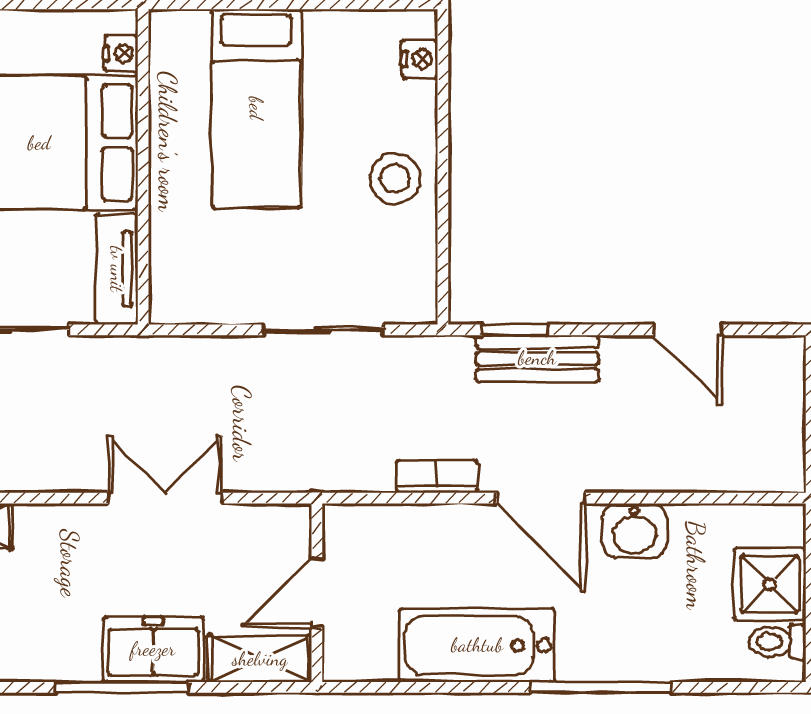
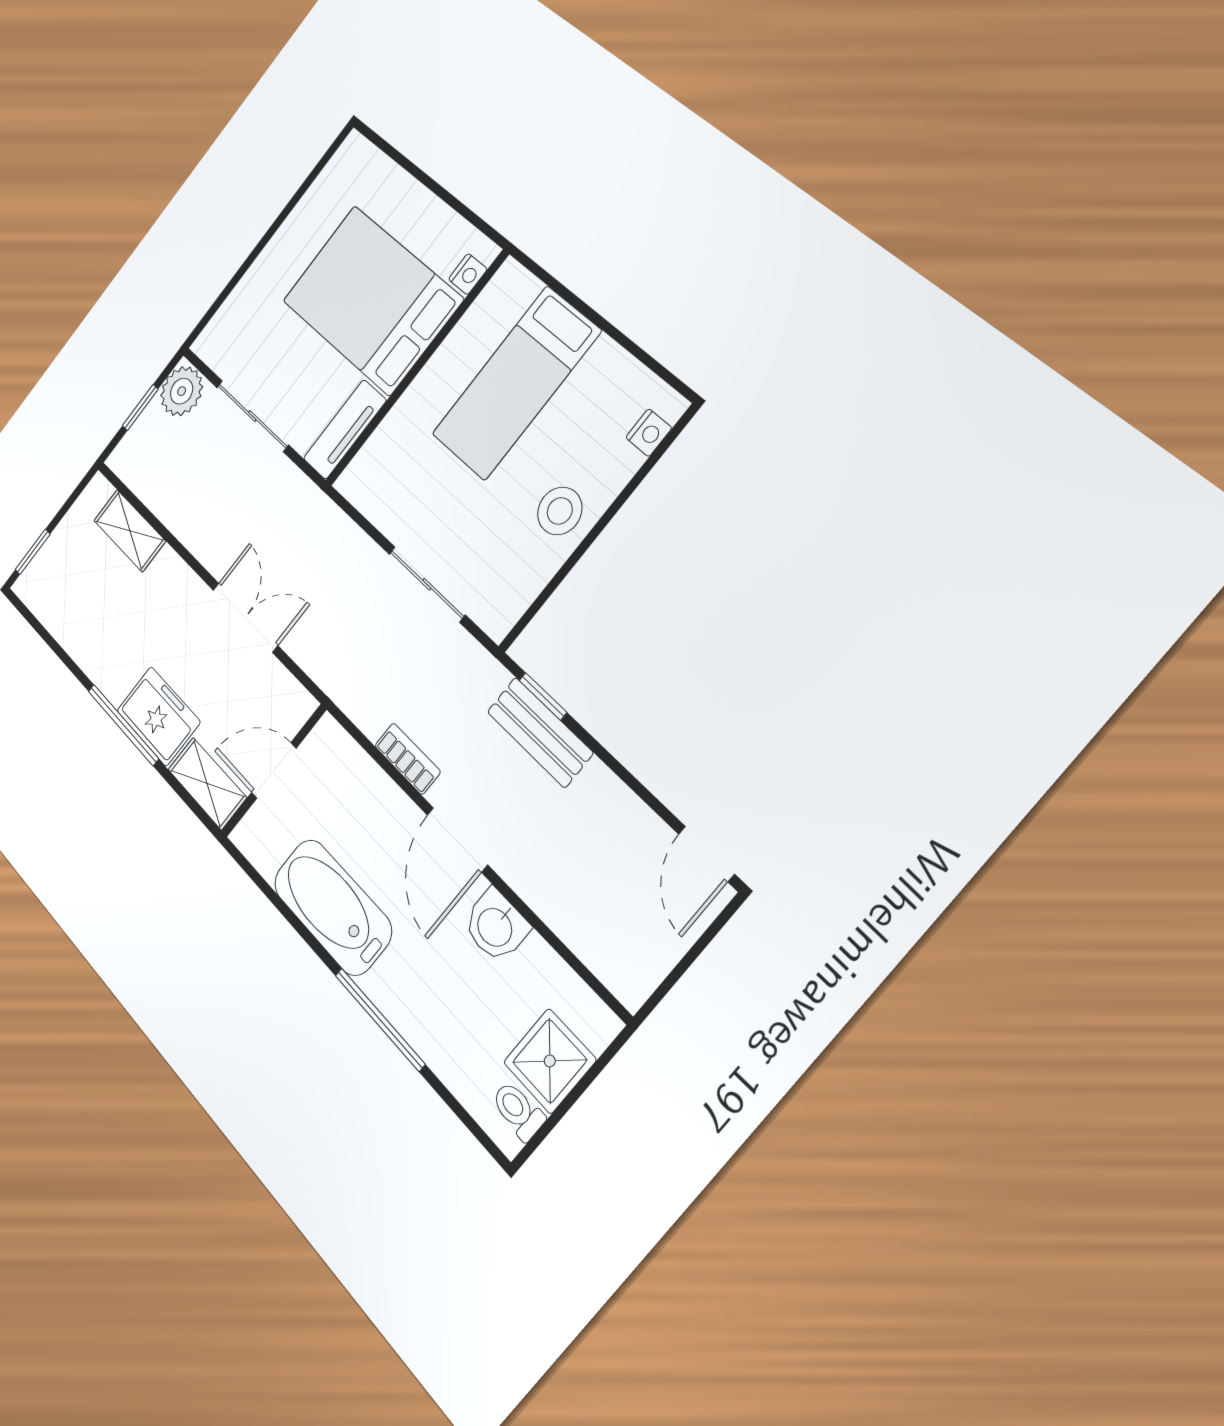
door: (688, 330) -> (706, 854), moved

